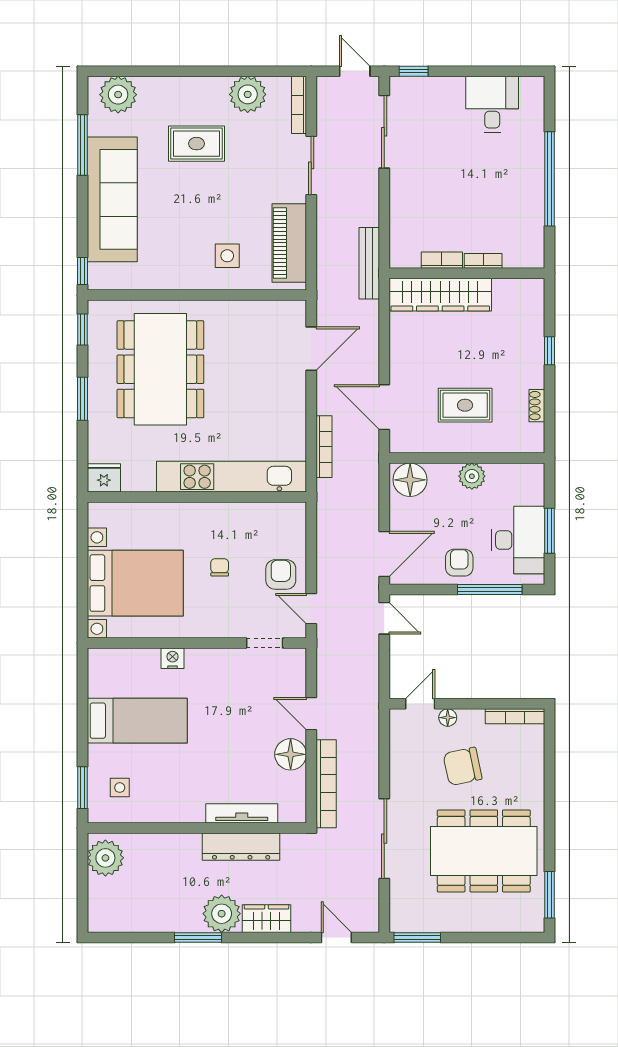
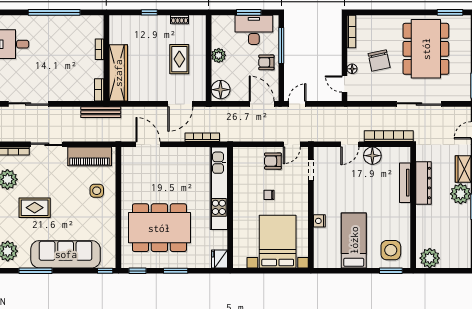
rug: (197, 144) -> (35, 208), turned 90
bookcase: (442, 260) -> (99, 90), moved
side table: (120, 788) -> (391, 250), width x1.87, depth x1.87

